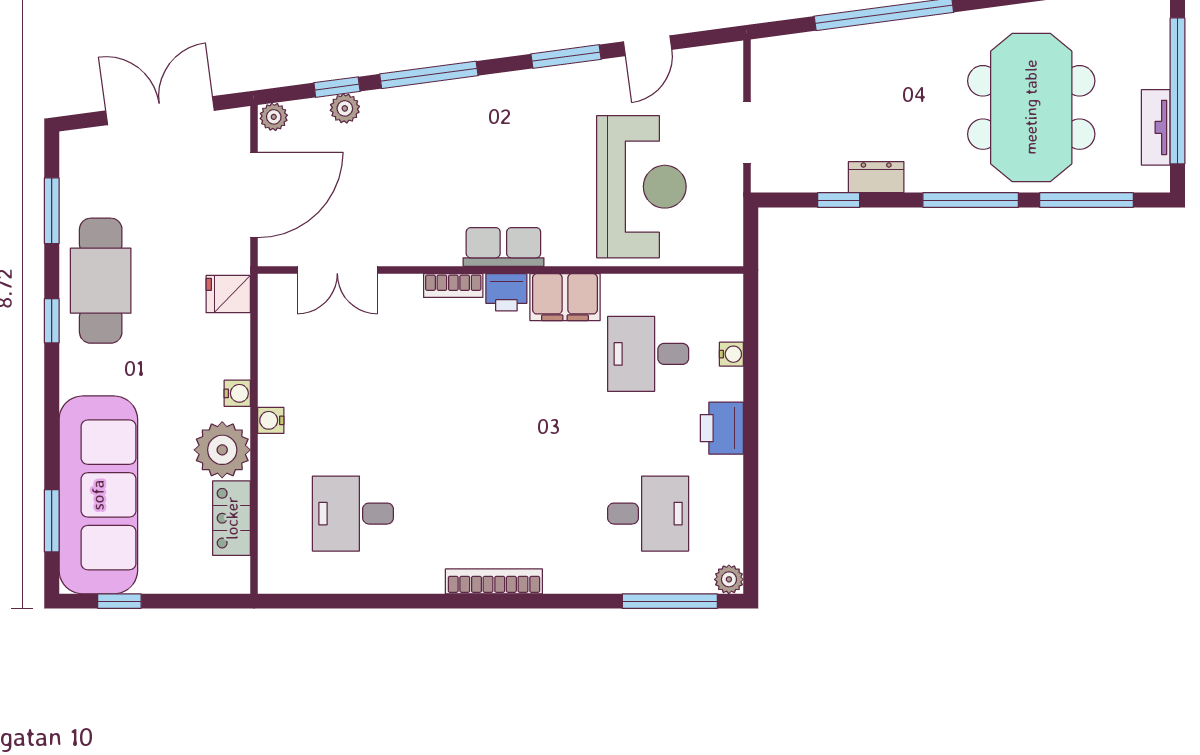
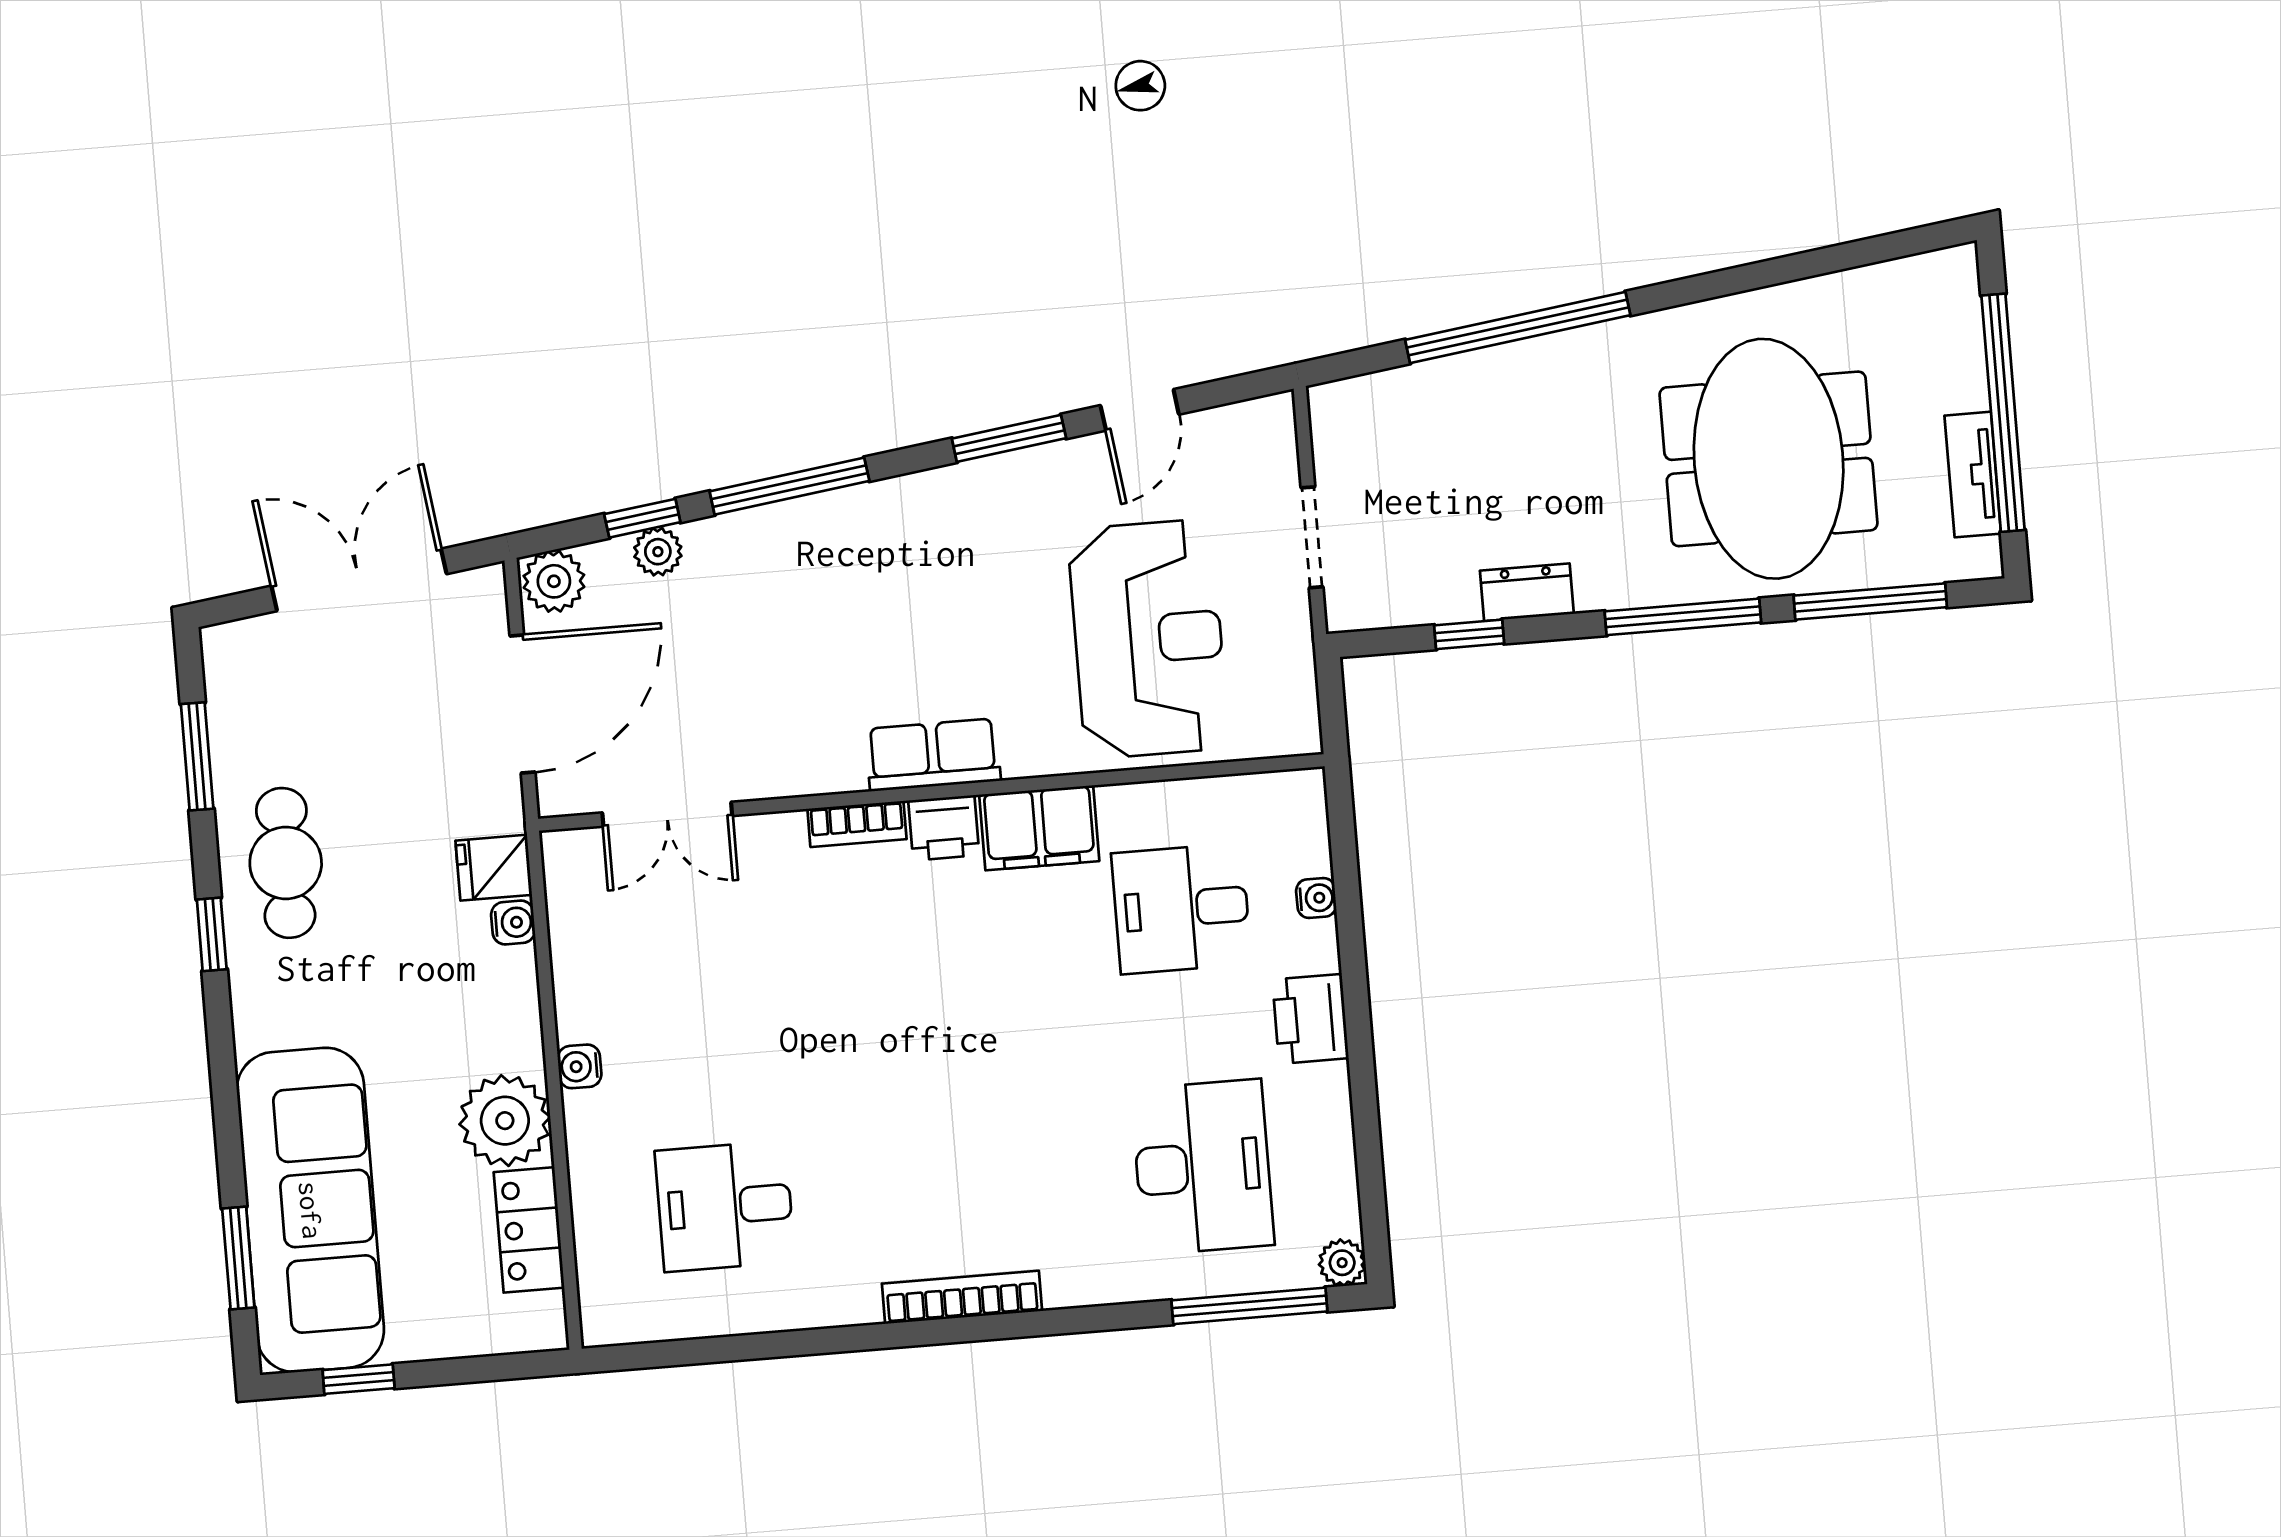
plant: (274, 117) -> (554, 581), width x1.38, depth x1.38
cafe table: (101, 281) -> (286, 863), width x0.73, depth x0.74
water cooler: (237, 393) -> (513, 922), moved
desk: (648, 514) -> (1203, 1167), width x1.37

